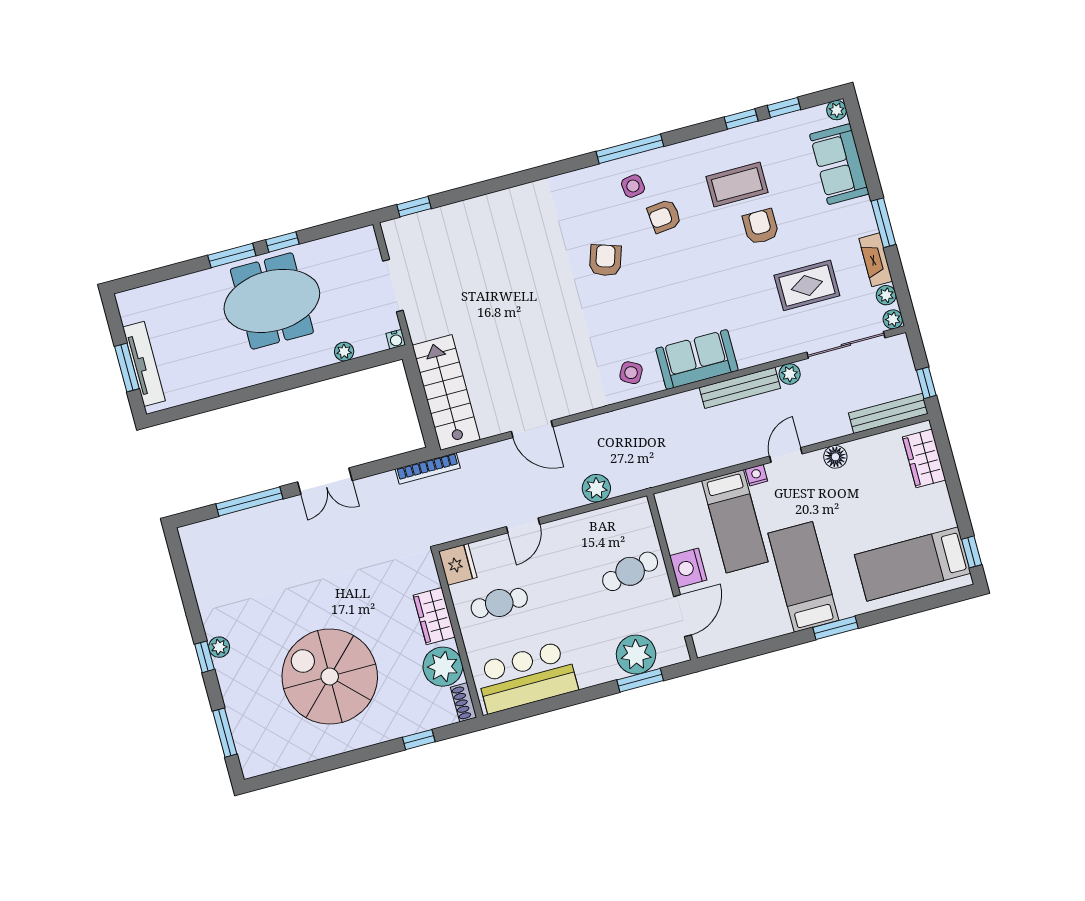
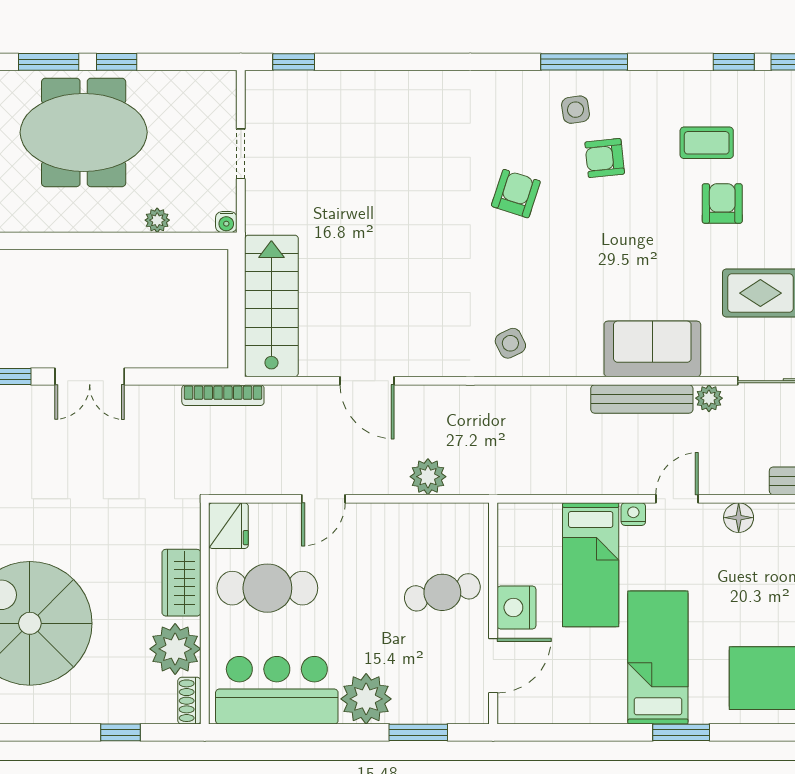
coffee table: (737, 185) -> (707, 143), width x0.73, depth x0.77
doorway: (393, 286) -> (241, 154), width x0.73
sofa: (697, 359) -> (652, 349), moved
side table: (631, 373) -> (510, 343), turned 35
cafe table: (499, 603) -> (267, 588), width x1.37, depth x1.35
plant: (636, 655) -> (366, 699), moved

